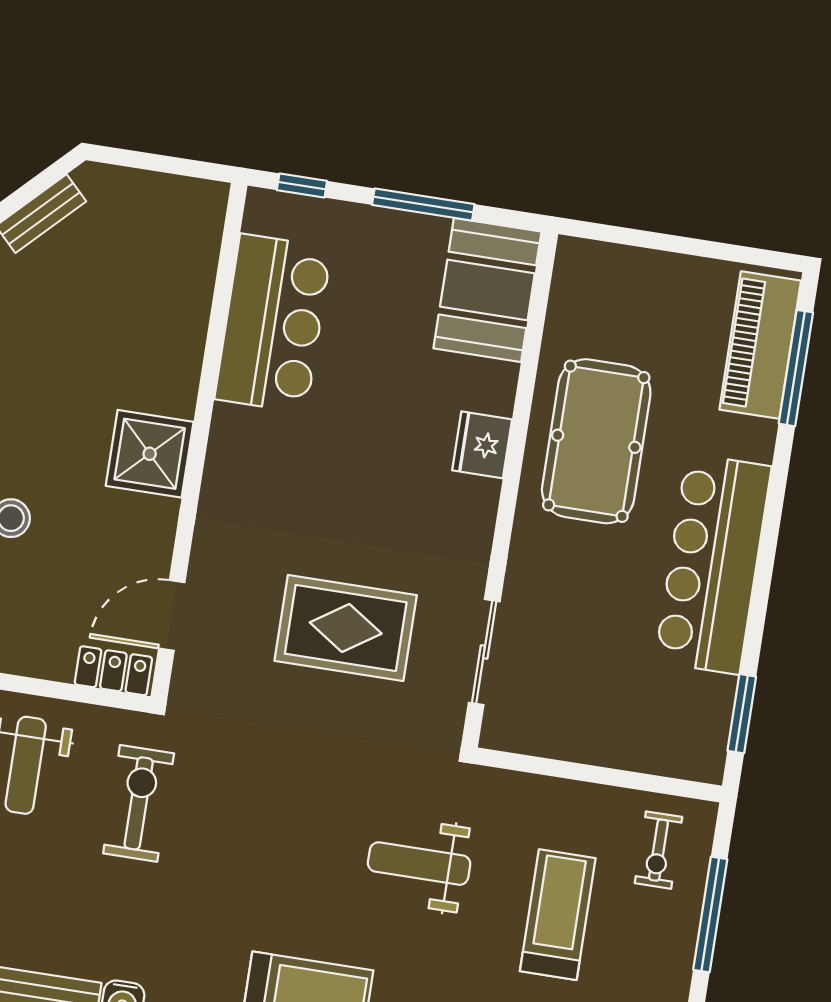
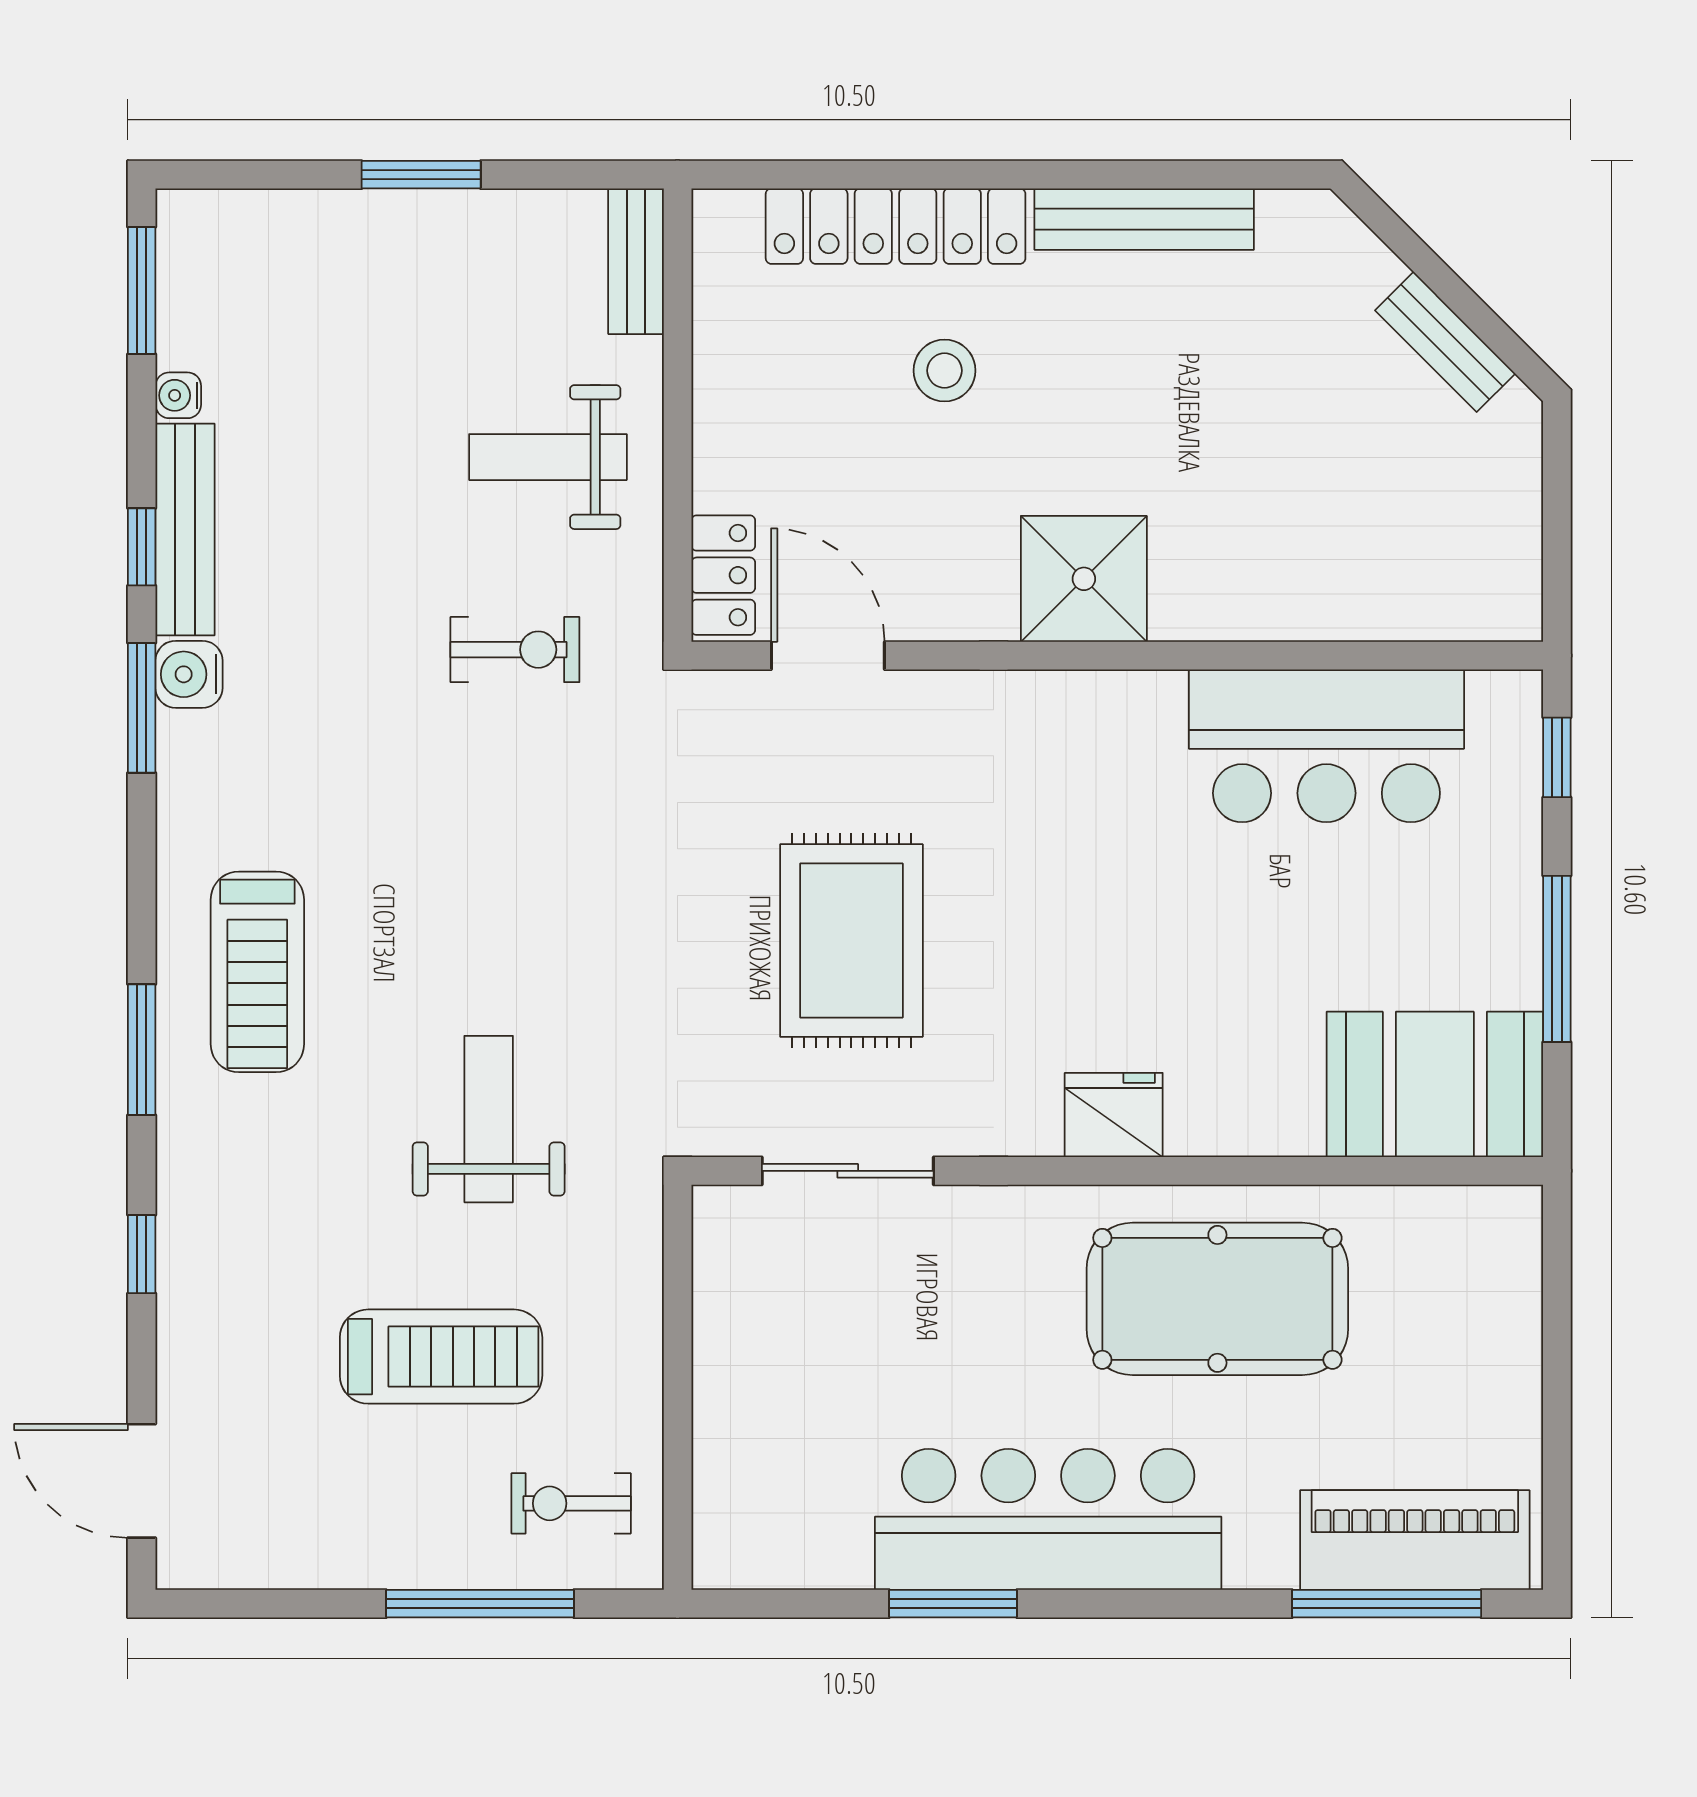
fridge: (482, 445) -> (1114, 1115), moved
window: (742, 714) -> (953, 1604), moved
exercise bike: (139, 803) -> (515, 650), width x0.73, depth x0.72

